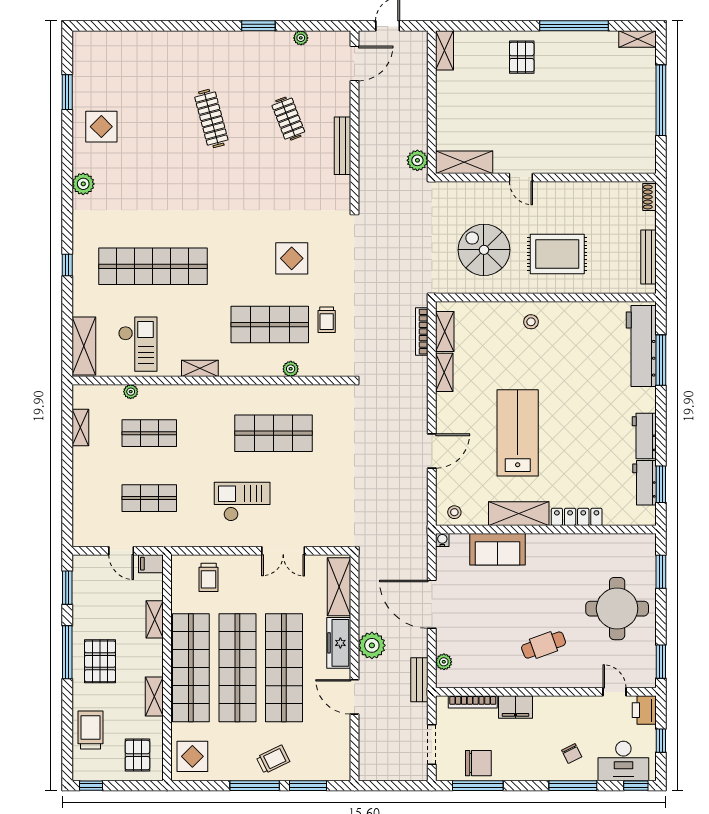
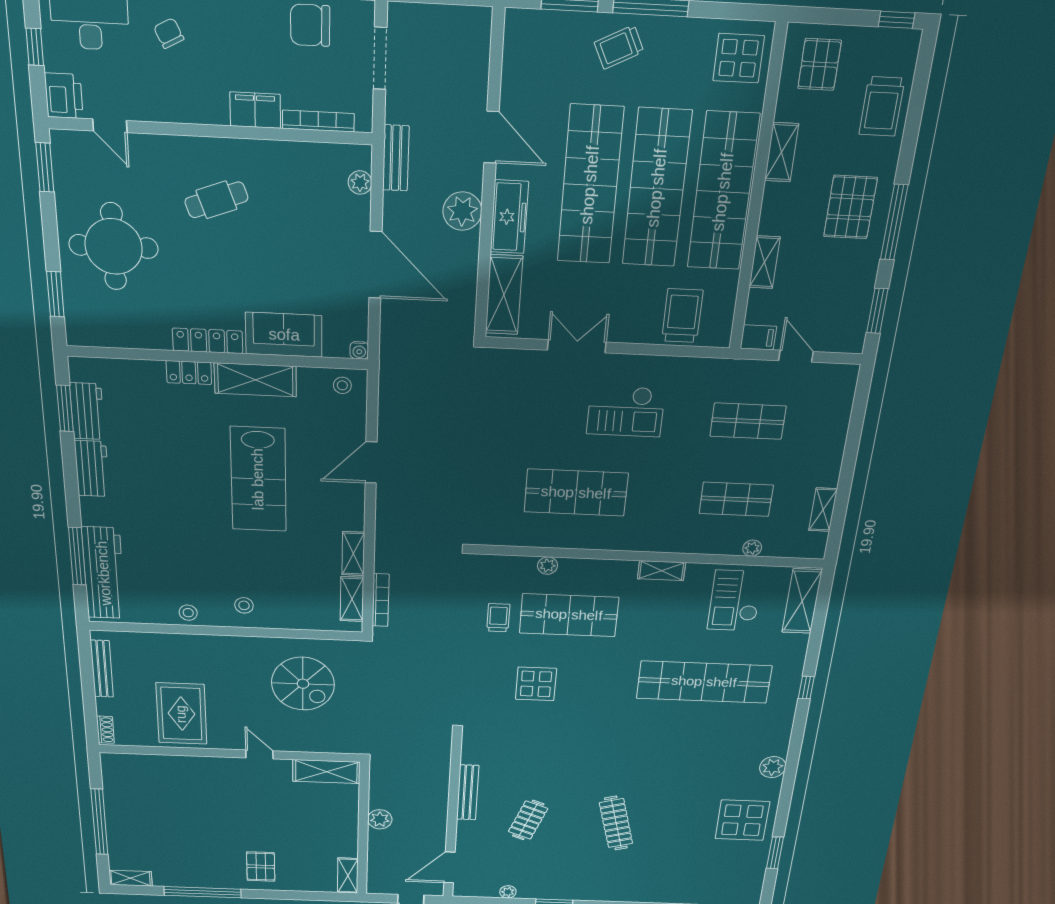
clothes rail: (288, 119) -> (528, 820), turned 42
display table: (101, 127) -> (742, 820), width x1.36, depth x1.36
plant: (417, 160) -> (380, 819), moved
rug: (557, 254) -> (181, 714), moved, turned 90
stool: (576, 313) -> (188, 613), added
locker: (577, 517) -> (189, 373), width x0.66
locker: (553, 542) -> (208, 341), added
trolley: (209, 577) -> (682, 316), width x1.36, depth x1.39

